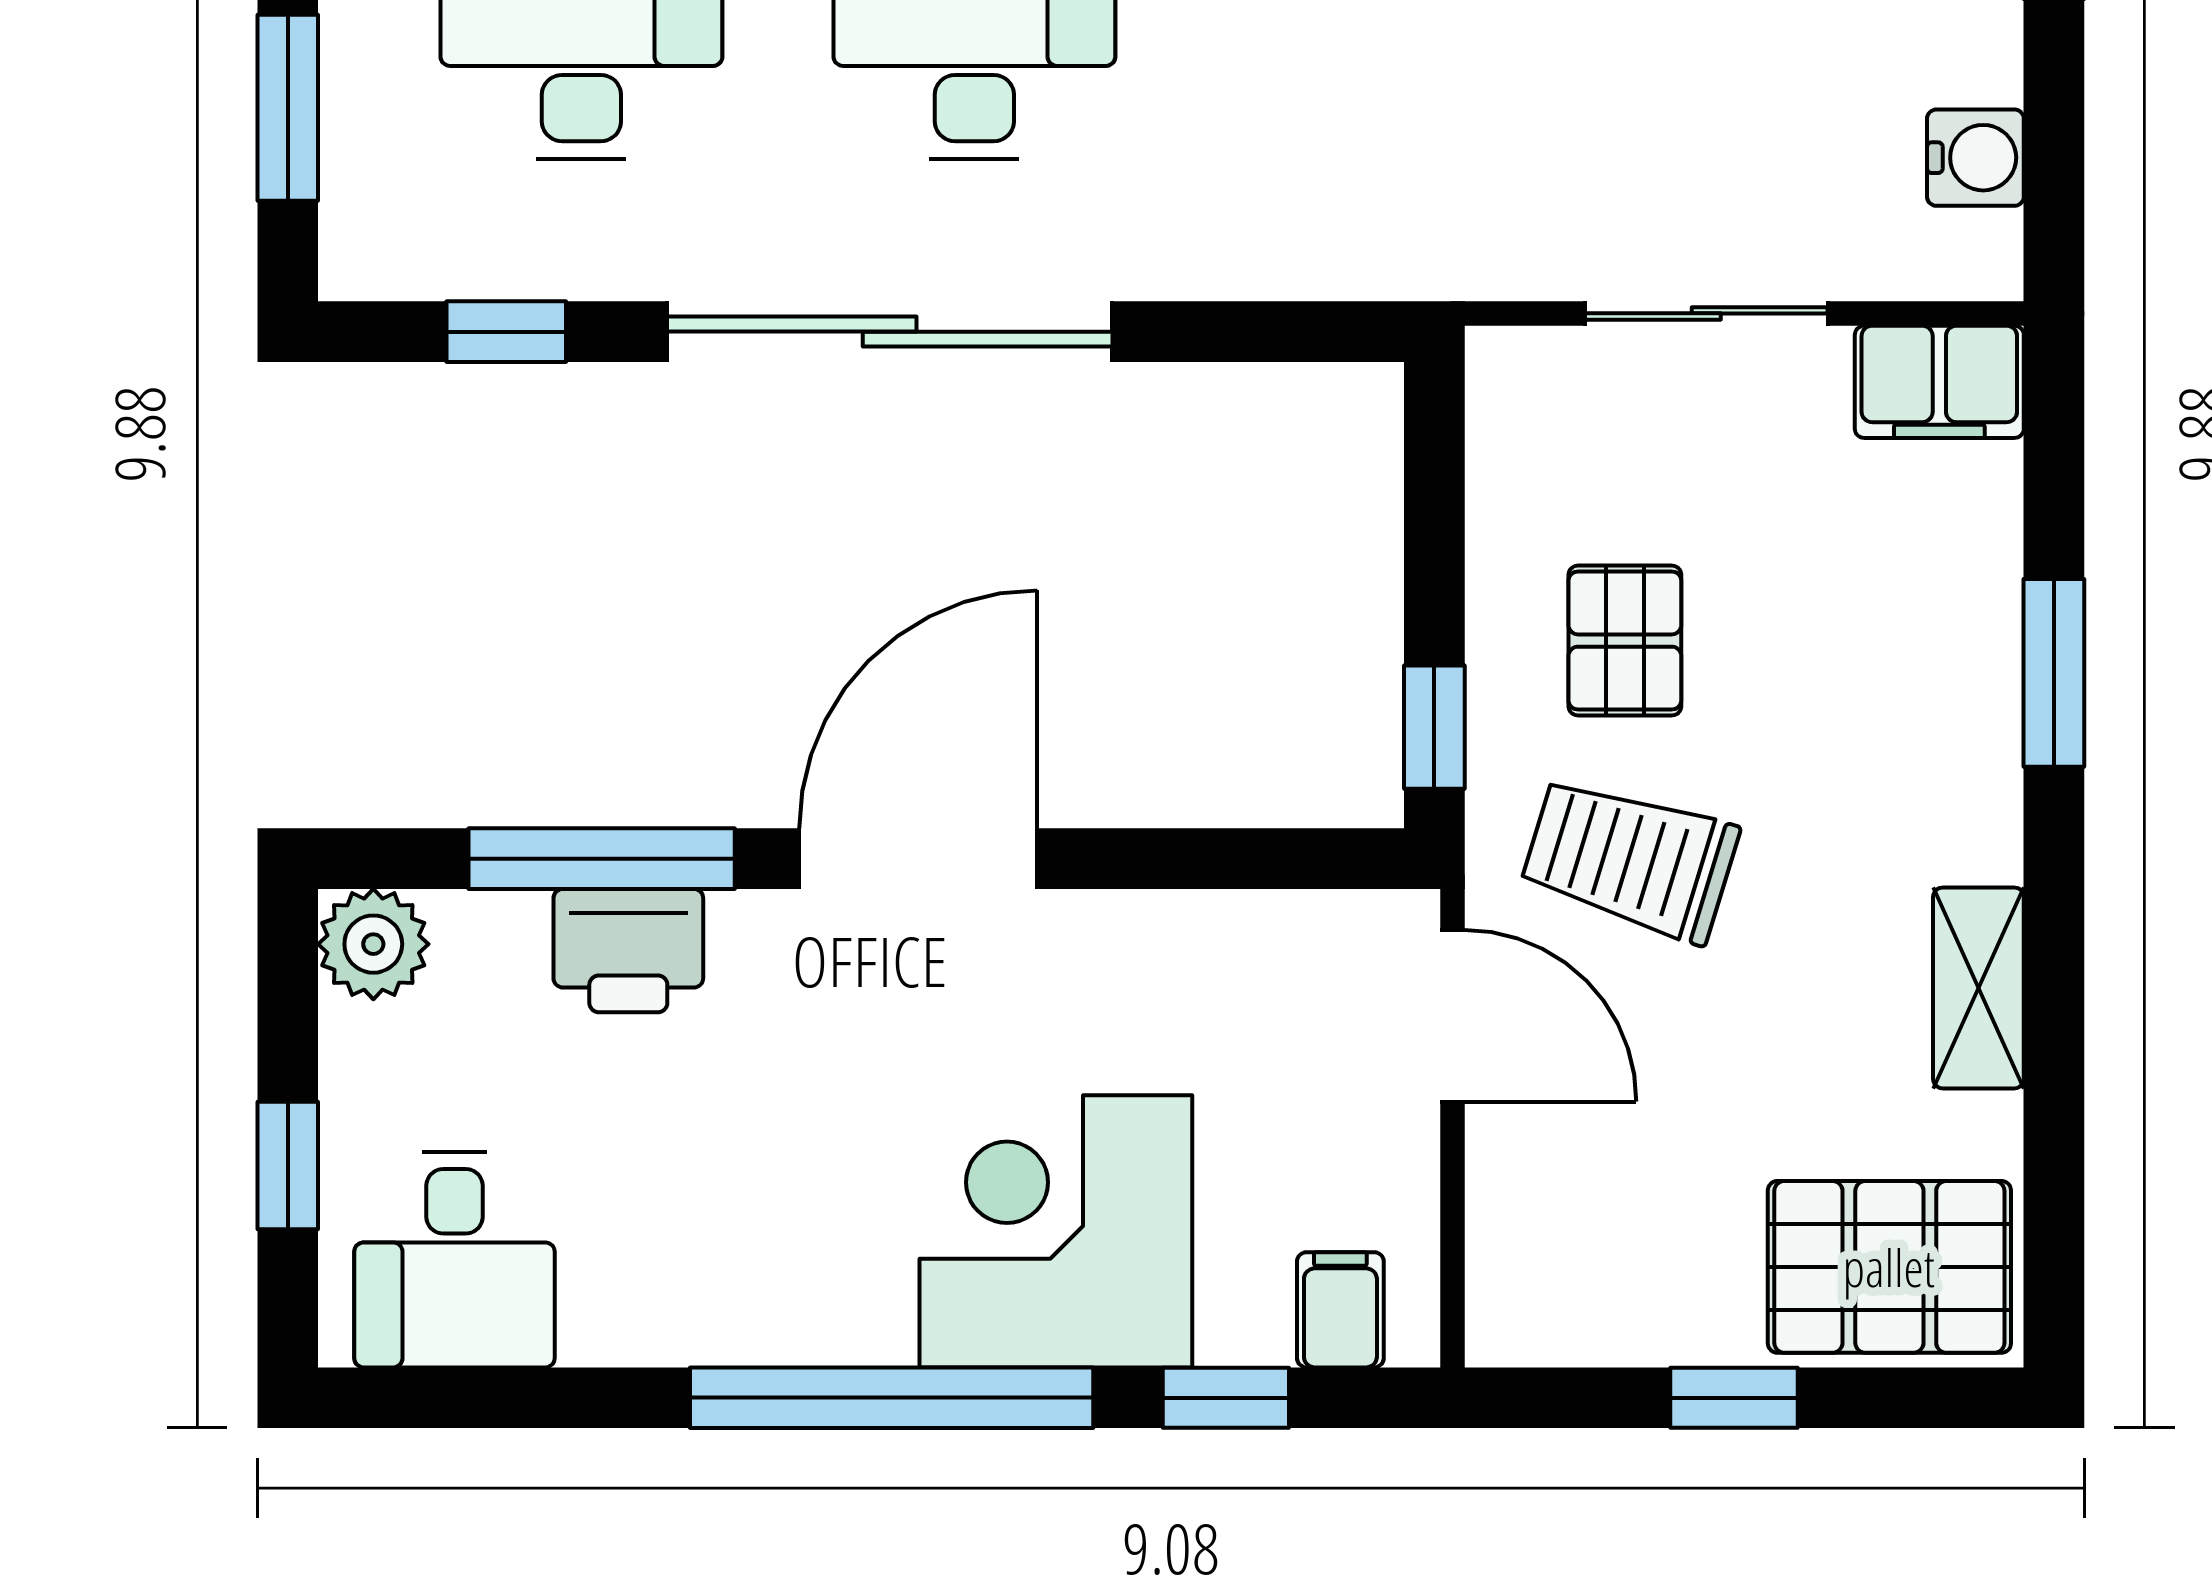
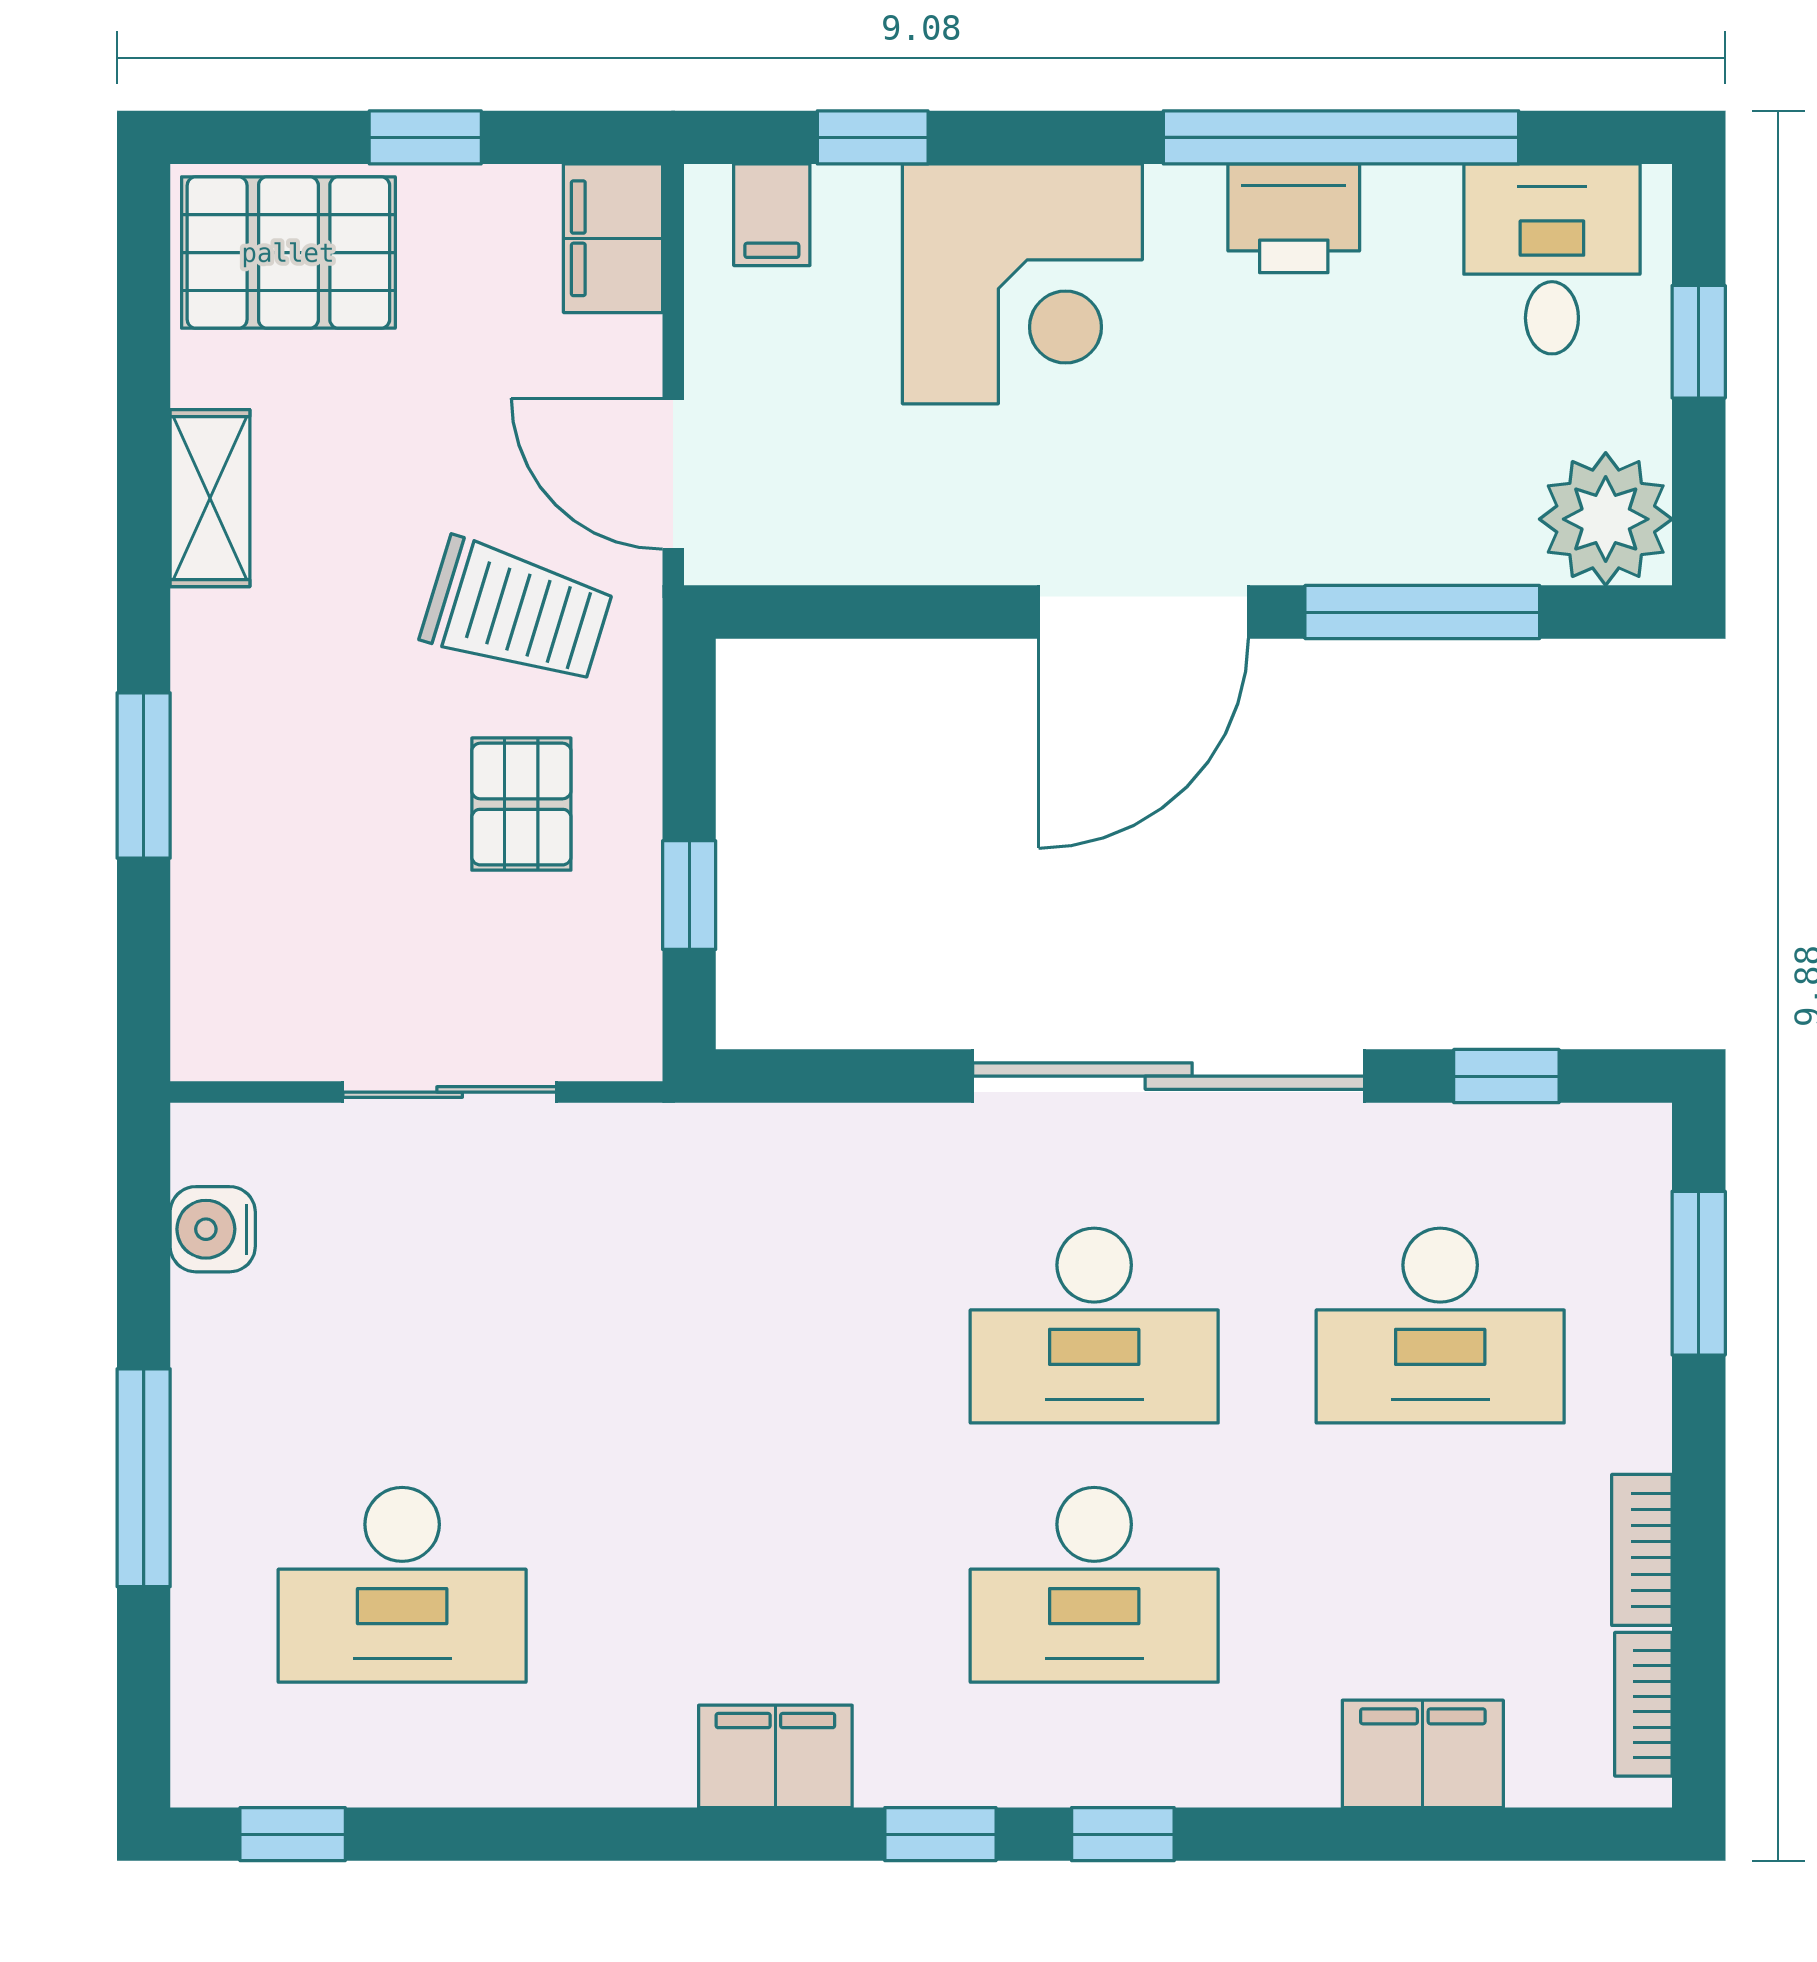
filing cabinet: (1939, 382) -> (613, 238), moved, turned -90
window: (1434, 727) -> (689, 895), moved
plant: (373, 944) -> (1606, 519), width x1.36, depth x1.36
printer: (628, 951) -> (1294, 218), moved, turned 180
window: (892, 1398) -> (1341, 137), moved

